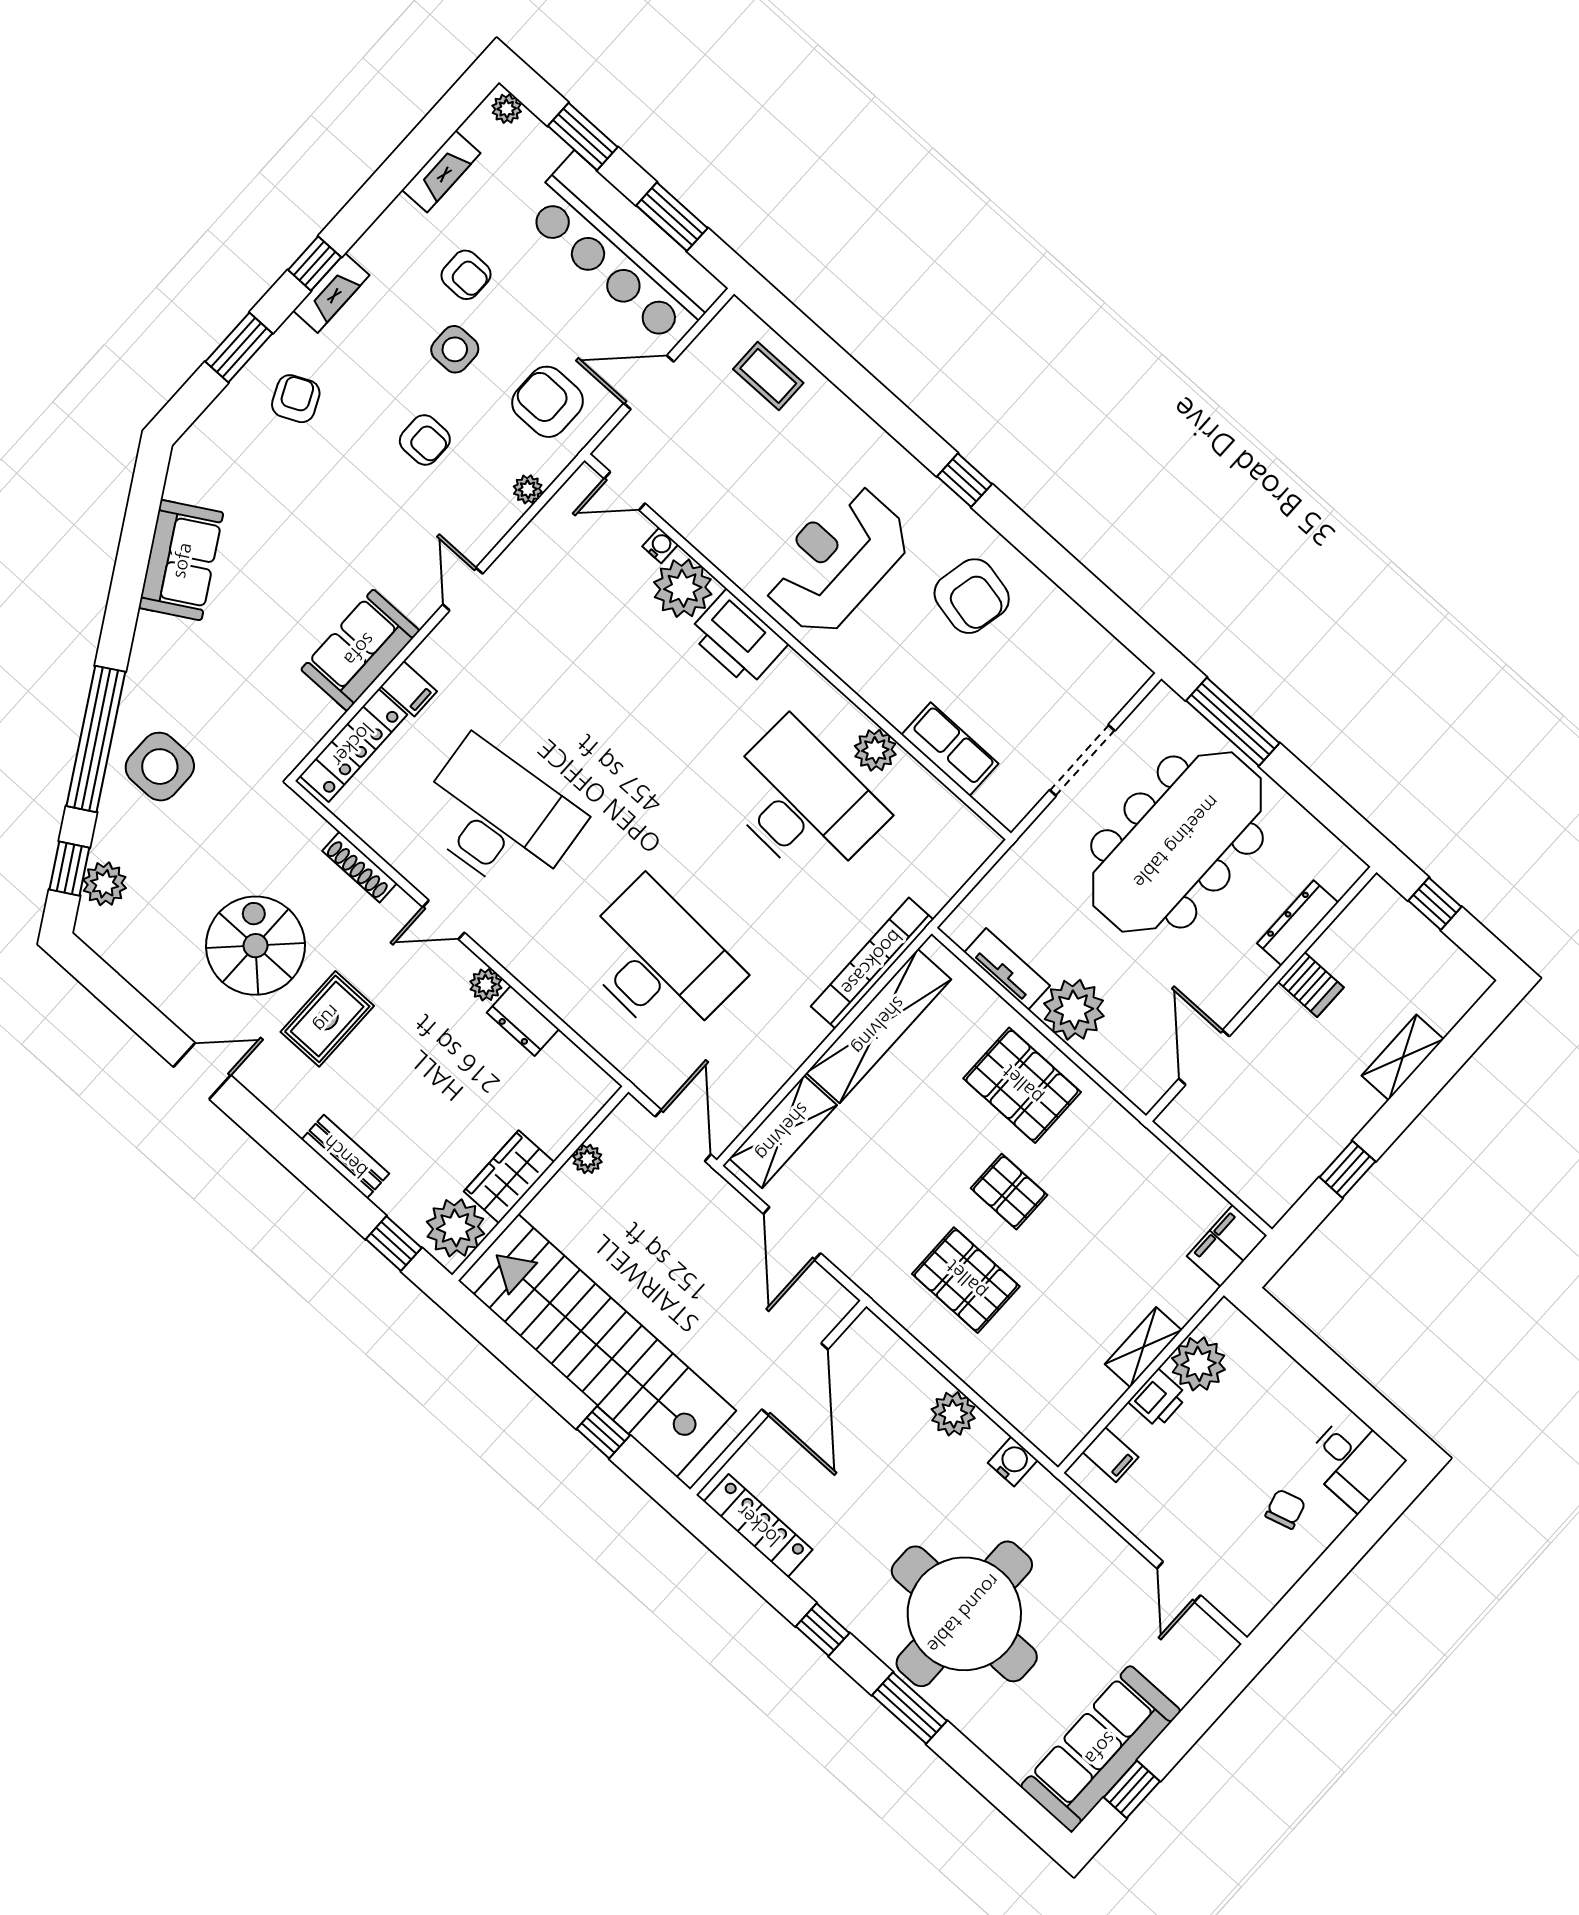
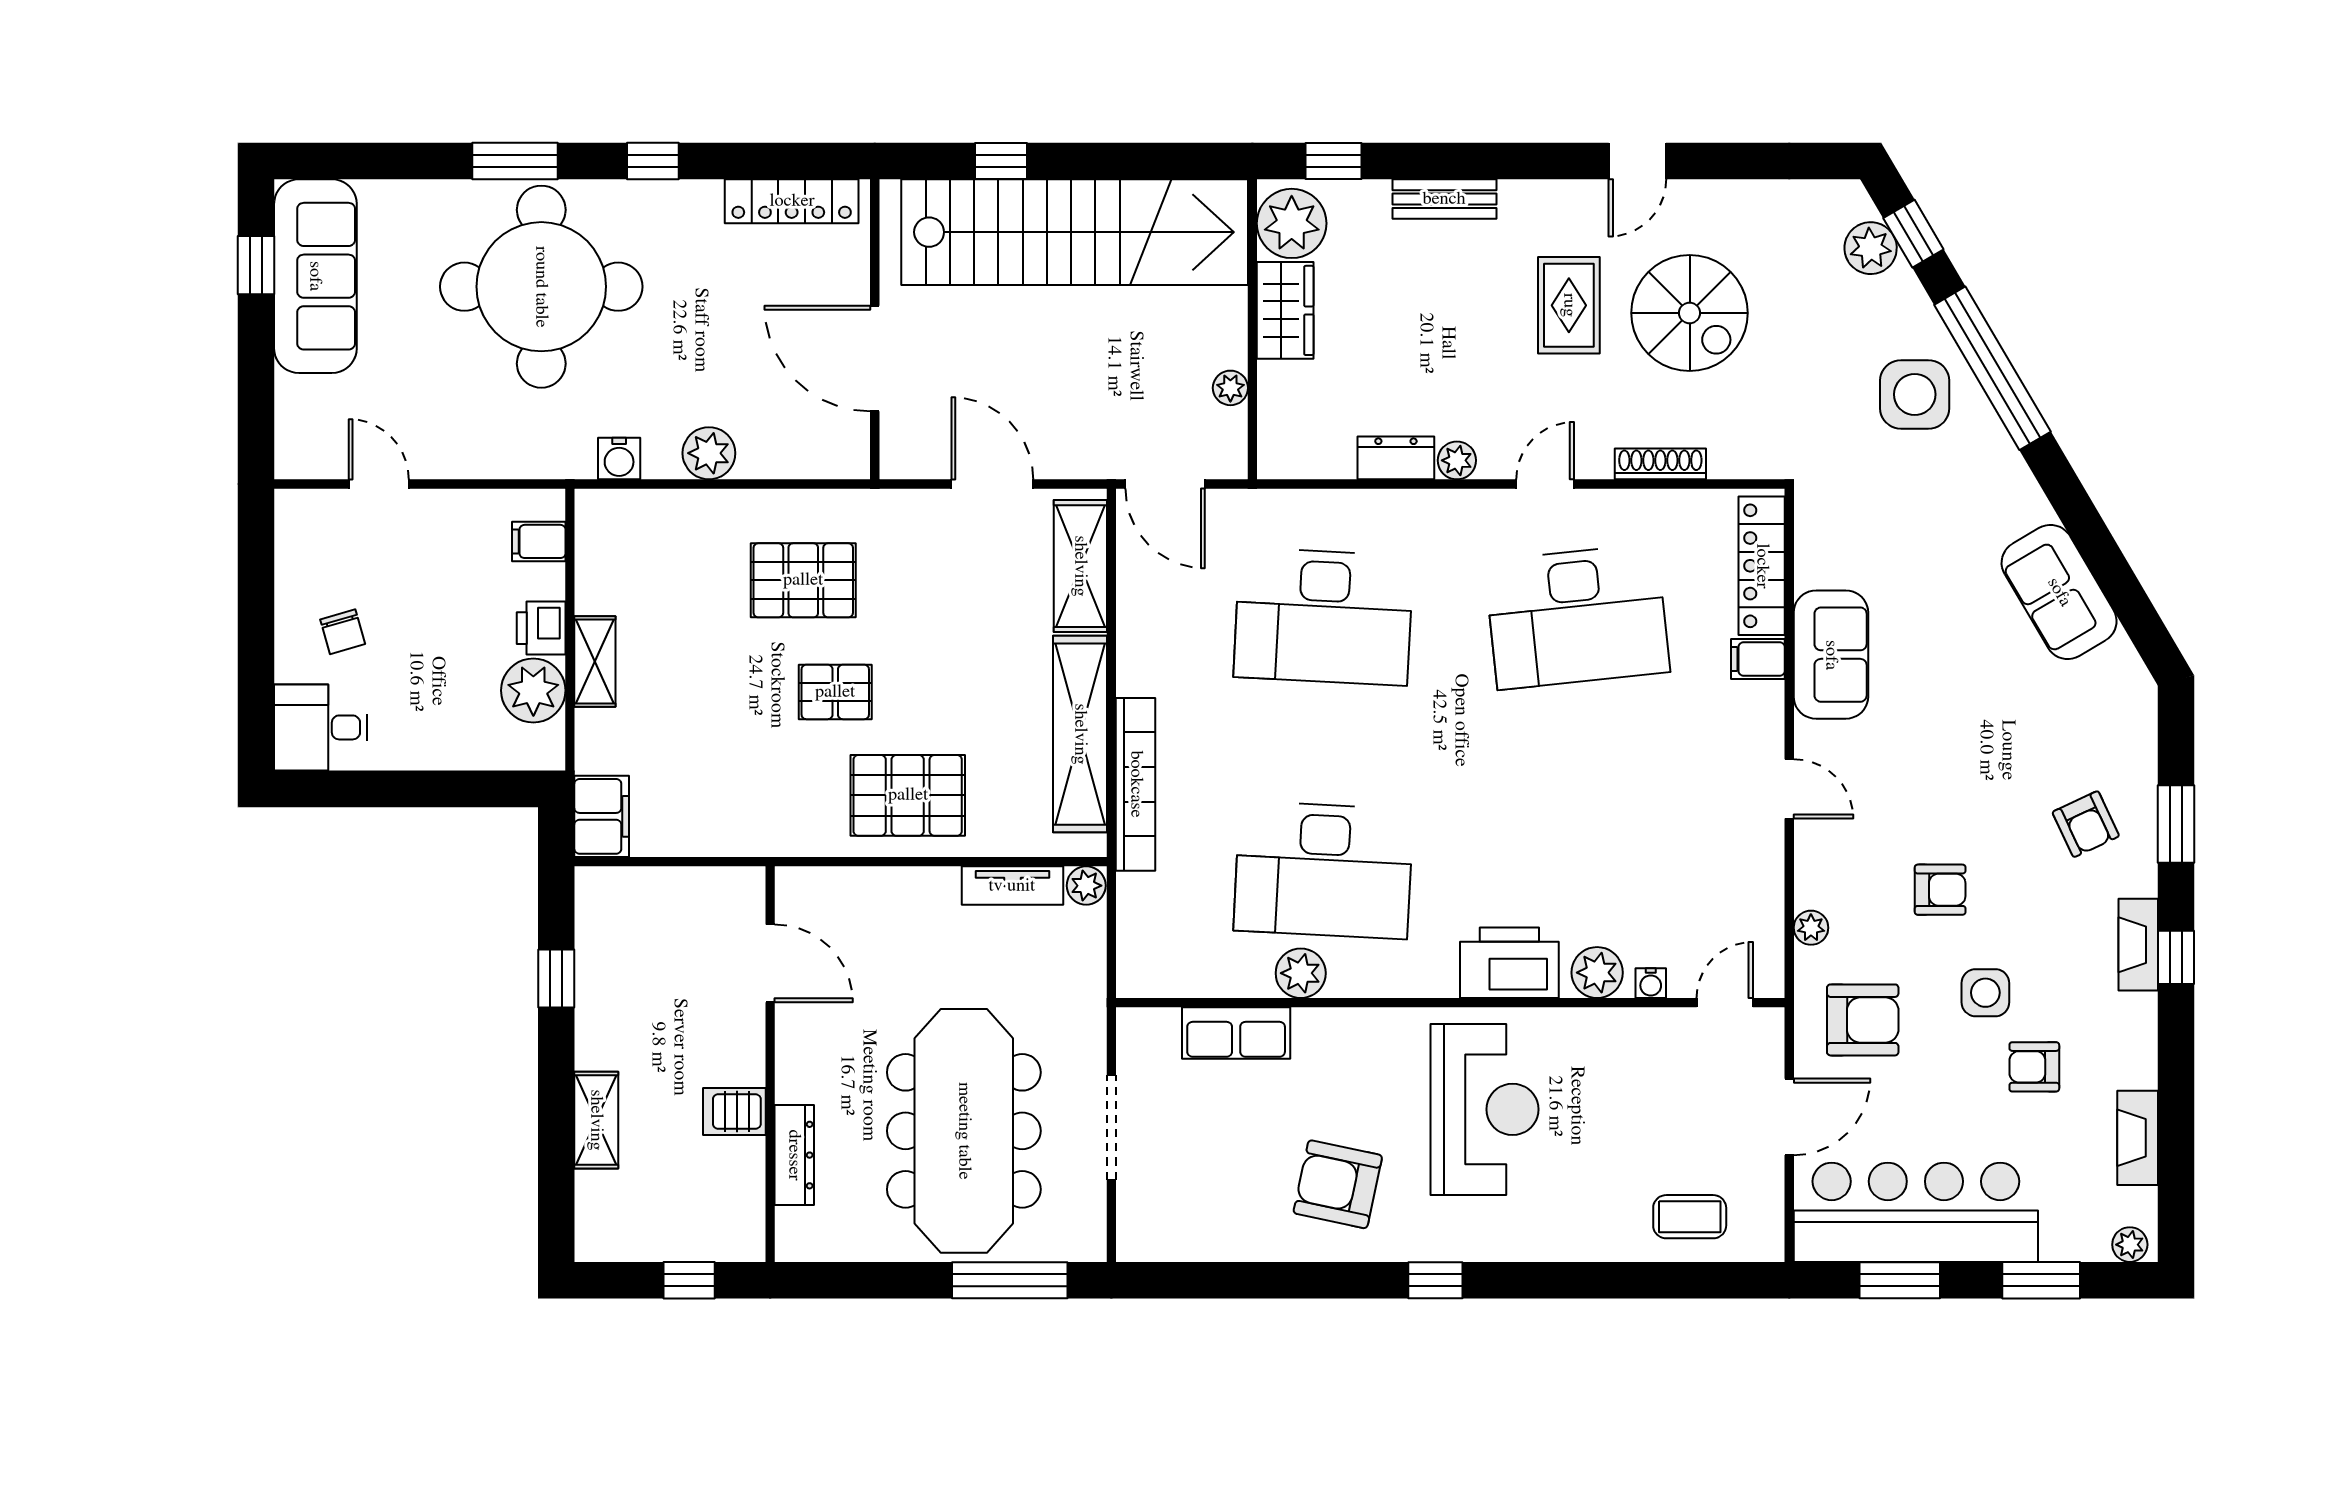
armchair: (425, 440) -> (1940, 890), turned 180
plant: (683, 588) -> (1597, 973), width x0.73, depth x0.73
plant: (1074, 1010) -> (1086, 886), moved, width x0.53, depth x0.53

